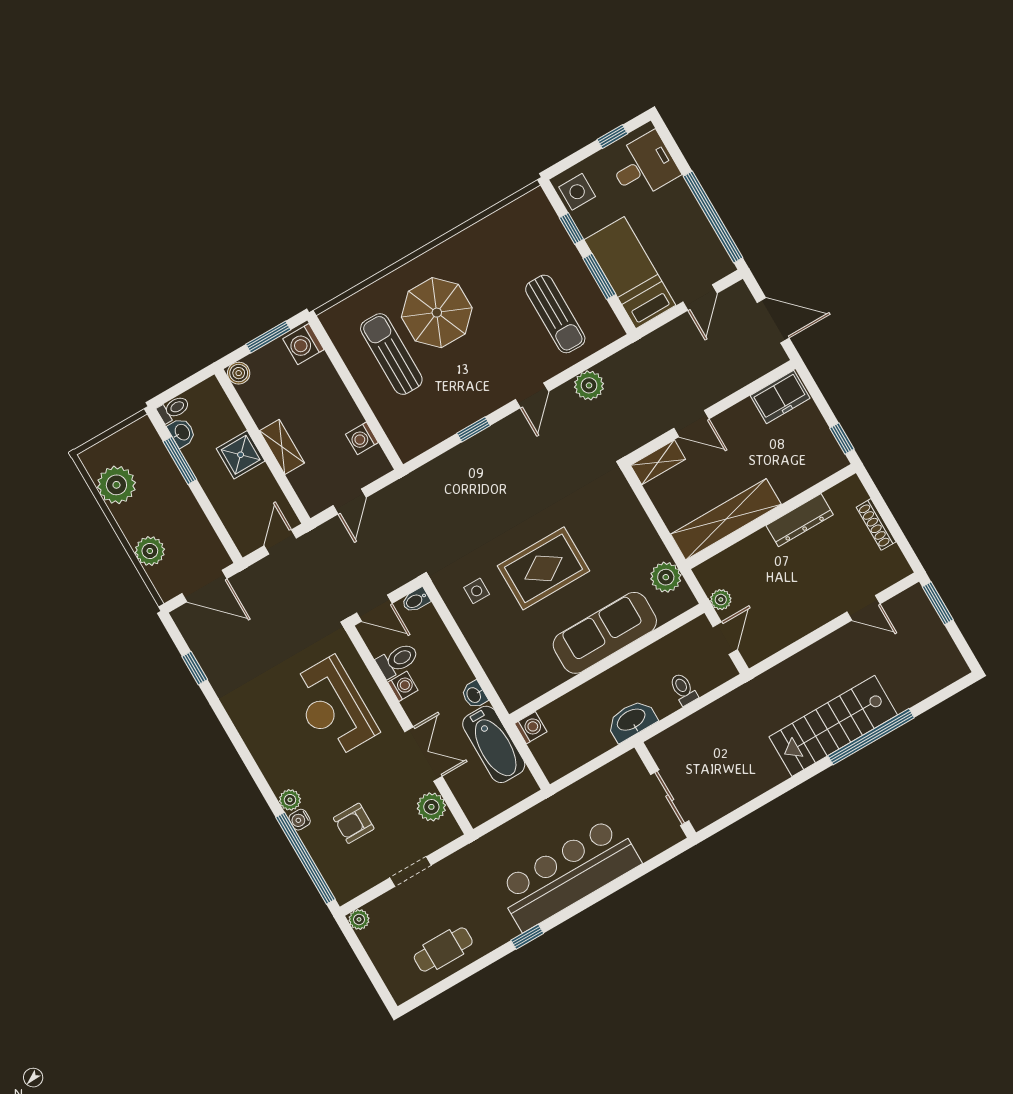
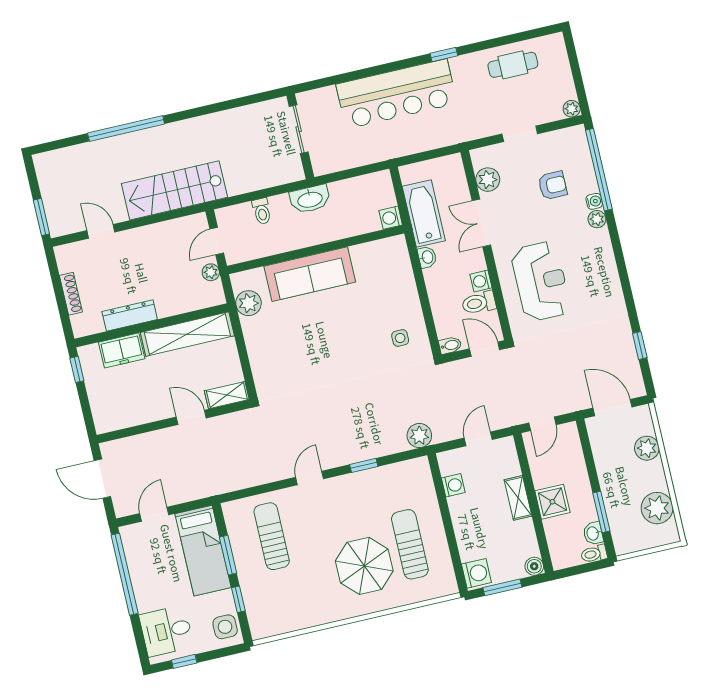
sun lounger: (391, 354) -> (410, 544), turned 180
plant: (589, 385) -> (419, 436), moved
freezer: (780, 397) -> (122, 350), moved, turned 180
rug: (544, 568) -> (342, 340), removed
stairs: (833, 726) -> (174, 190), moved, turned 180

